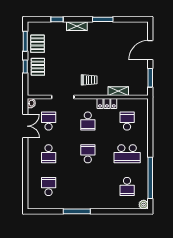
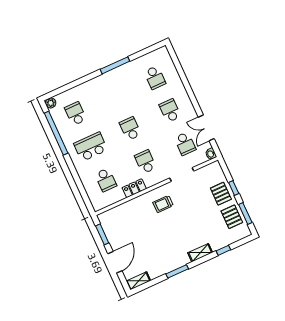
shelving: (118, 91) -> (138, 281), moved
school desk: (88, 154) -> (130, 129), turned 180

